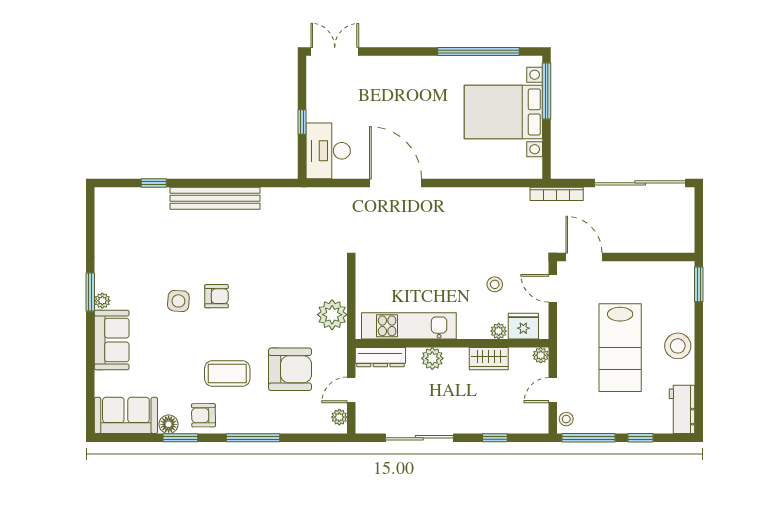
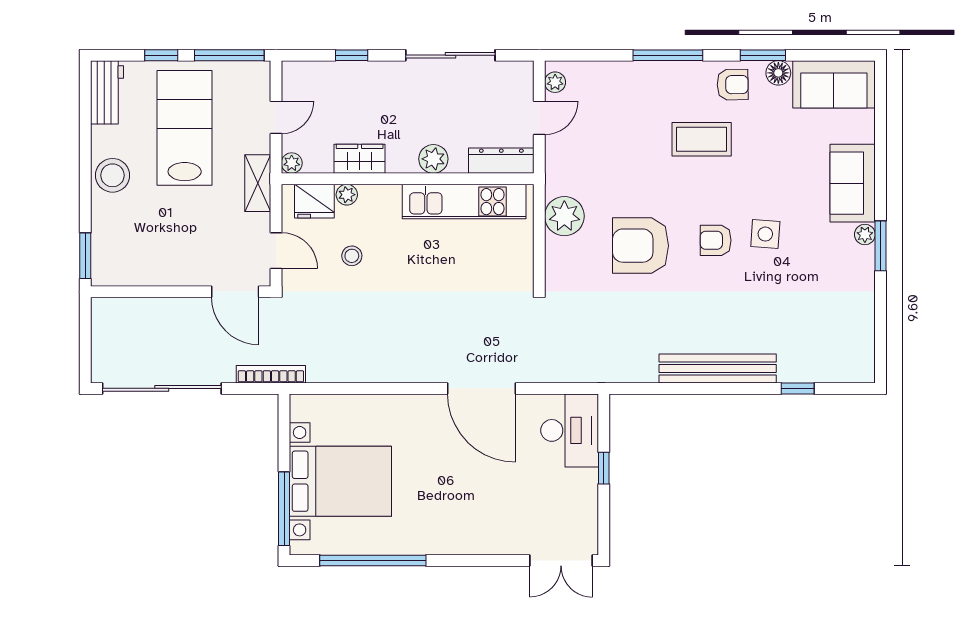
shelving: (567, 340) -> (258, 183), added
lab bench: (620, 348) -> (185, 128), moved
armchair: (290, 369) -> (641, 246), moved
stool: (566, 419) -> (258, 80), removed

